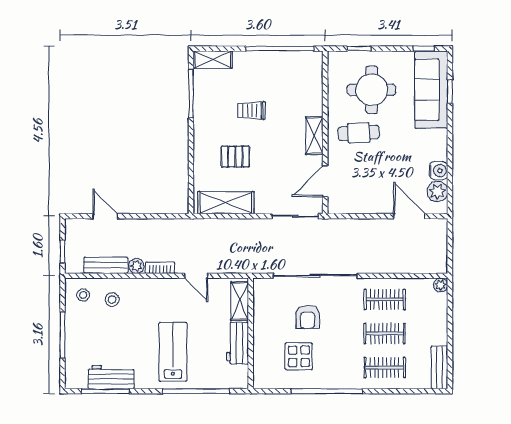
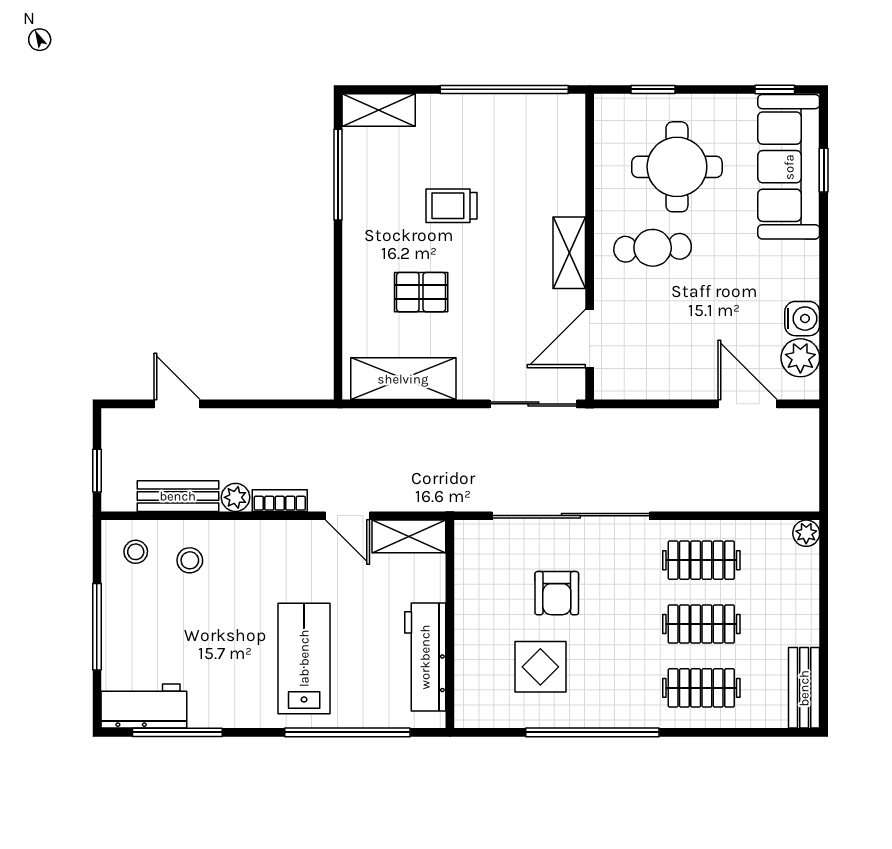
shelving: (240, 301) -> (409, 536), moved, turned 90
workbench: (238, 343) -> (425, 657), width x1.37
workbench: (111, 377) -> (144, 706), moved

